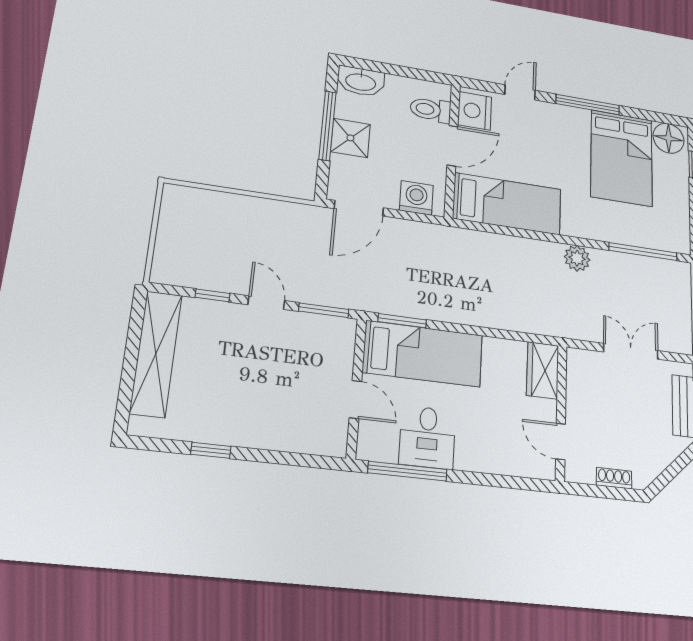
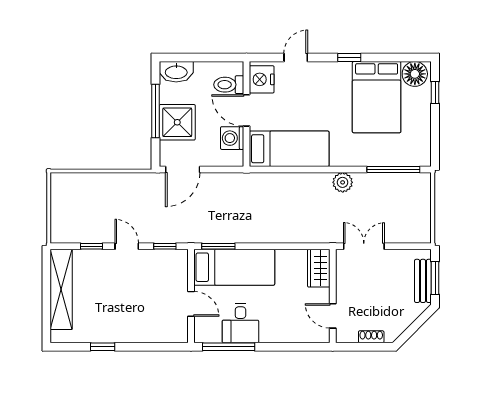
window: (588, 105) -> (349, 58), width x0.46
shower: (350, 138) -> (177, 122), width x1.36, depth x1.36
door: (452, 146) -> (246, 110), swing flipped
washing machine: (416, 198) -> (232, 138), moved, turned -90
window: (324, 310) -> (165, 246), width x0.67
double door: (631, 351) -> (364, 246), moved

